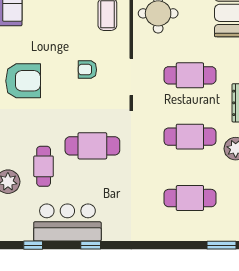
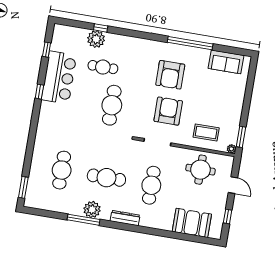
armchair: (87, 70) -> (168, 111), width x1.88, depth x1.88
armchair: (23, 81) -> (170, 75), moved
cafe table: (190, 137) -> (106, 178), turned 90

